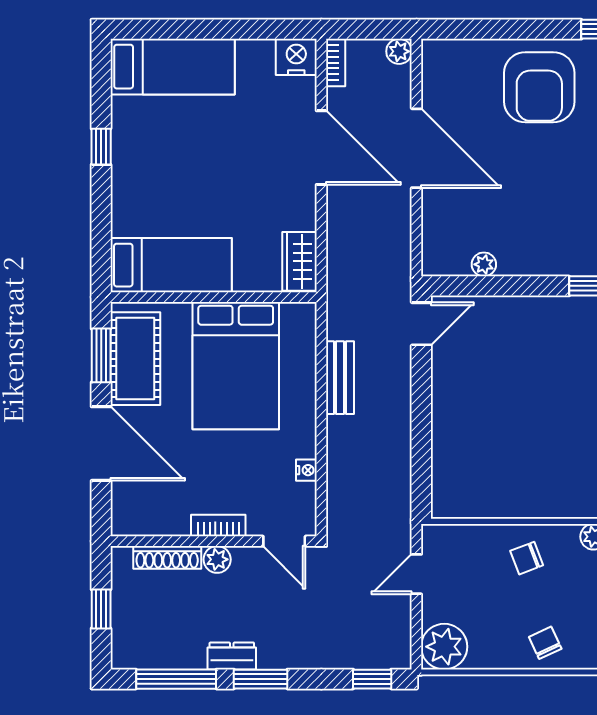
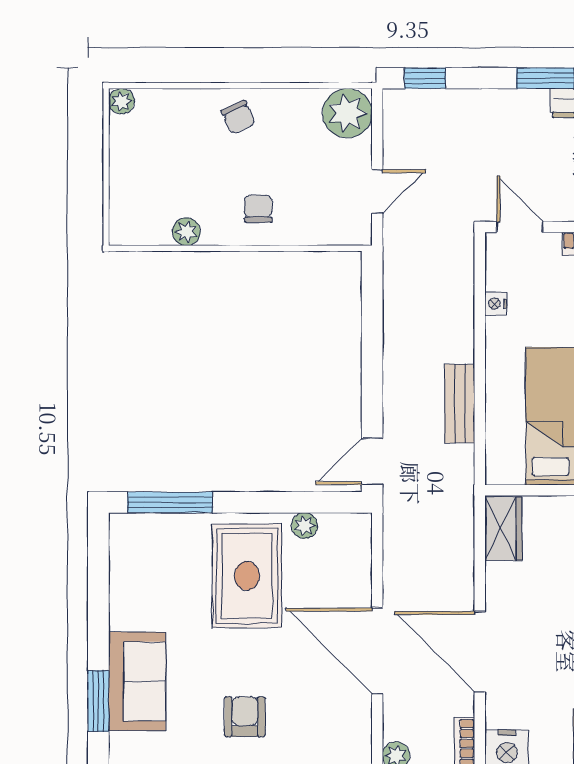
armchair: (539, 87) -> (245, 717), width x0.53, depth x0.53
rug: (537, 218) -> (247, 576), added
chair: (527, 558) -> (258, 209), turned -69

